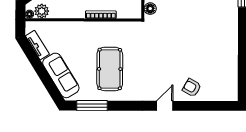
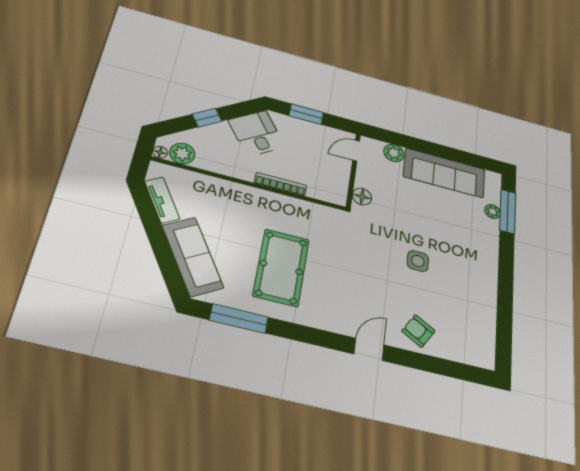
side table: (188, 43) -> (418, 261), added

